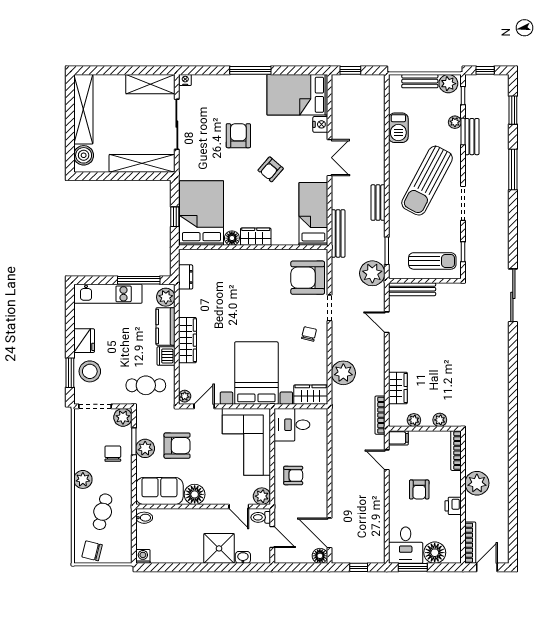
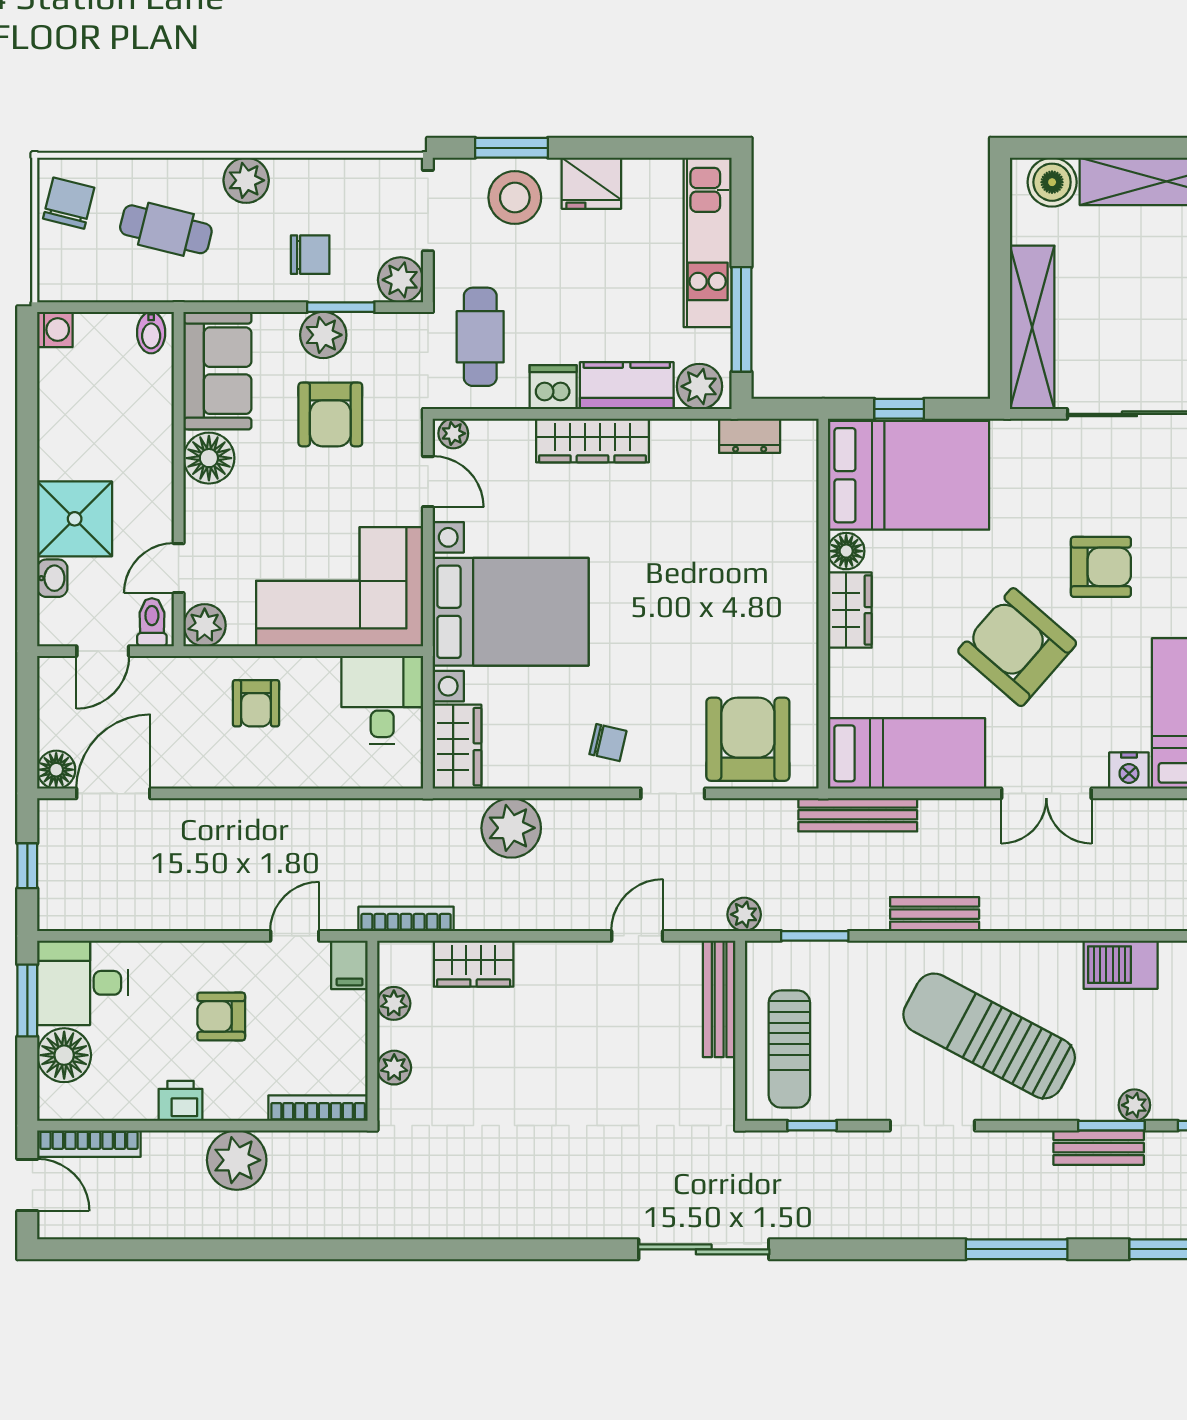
armchair: (271, 169) -> (1017, 647), width x1.88, depth x1.88
plant: (372, 273) -> (744, 914), width x0.53, depth x0.53

